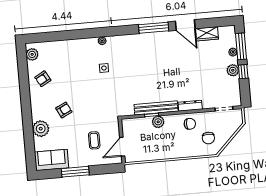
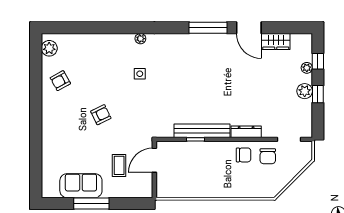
window: (241, 46) -> (318, 61), width x0.46
armchair: (64, 110) -> (101, 115), moved
plant: (158, 122) -> (203, 149), removed
plant: (41, 129) -> (52, 144), removed
chair: (208, 138) -> (268, 156), moved
door: (122, 147) -> (154, 160), moved
sofa: (52, 160) -> (81, 186), moved

